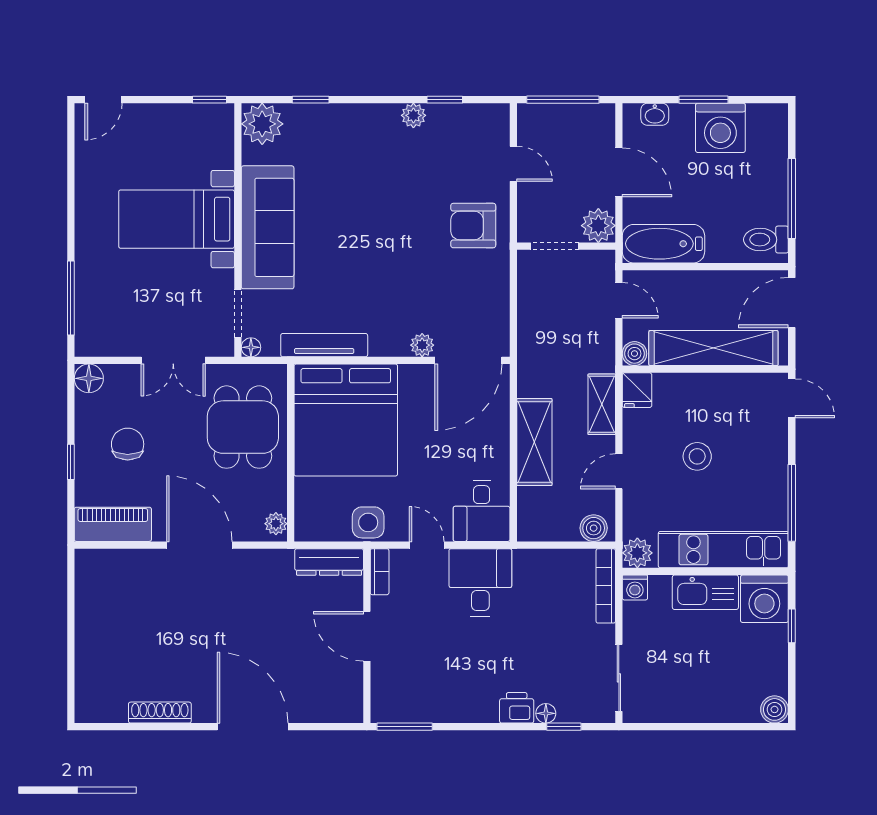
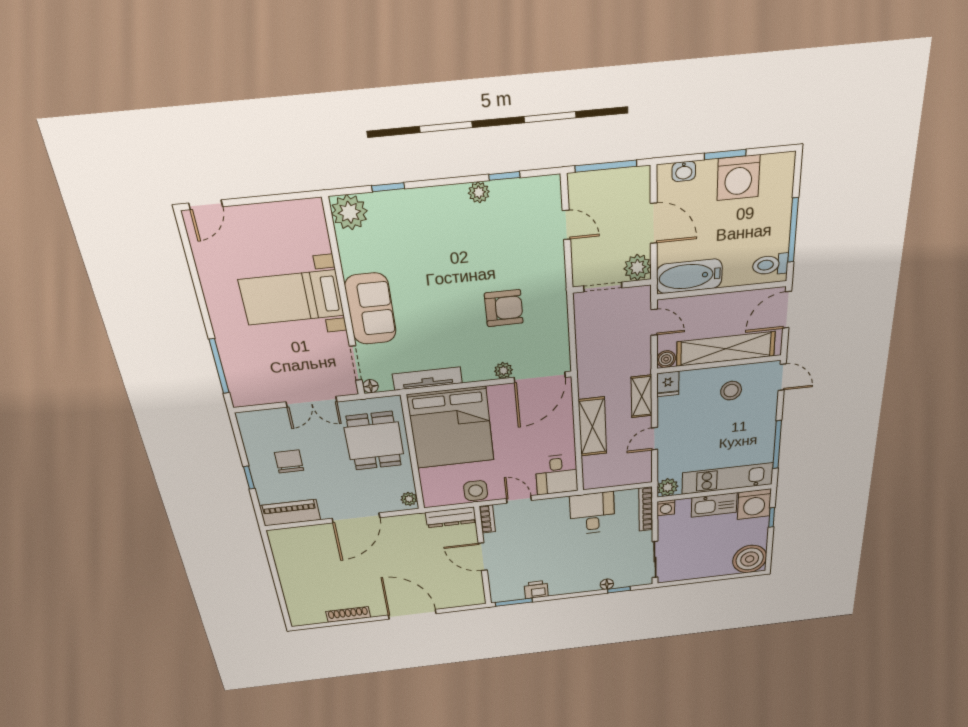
window: (210, 100) -> (299, 196), removed
armchair: (473, 226) -> (504, 308), moved, turned 180
sofa: (268, 227) -> (371, 309), width x0.73
floor lamp: (89, 378) -> (248, 421), removed
stool: (697, 456) -> (731, 391), moved
boiler: (594, 528) -> (637, 476), removed
door: (199, 545) -> (356, 518), swing flipped
desk: (480, 582) -> (592, 513), moved
printer: (517, 708) -> (536, 590), moved
boiler: (775, 709) -> (750, 559), width x1.86, depth x1.86

